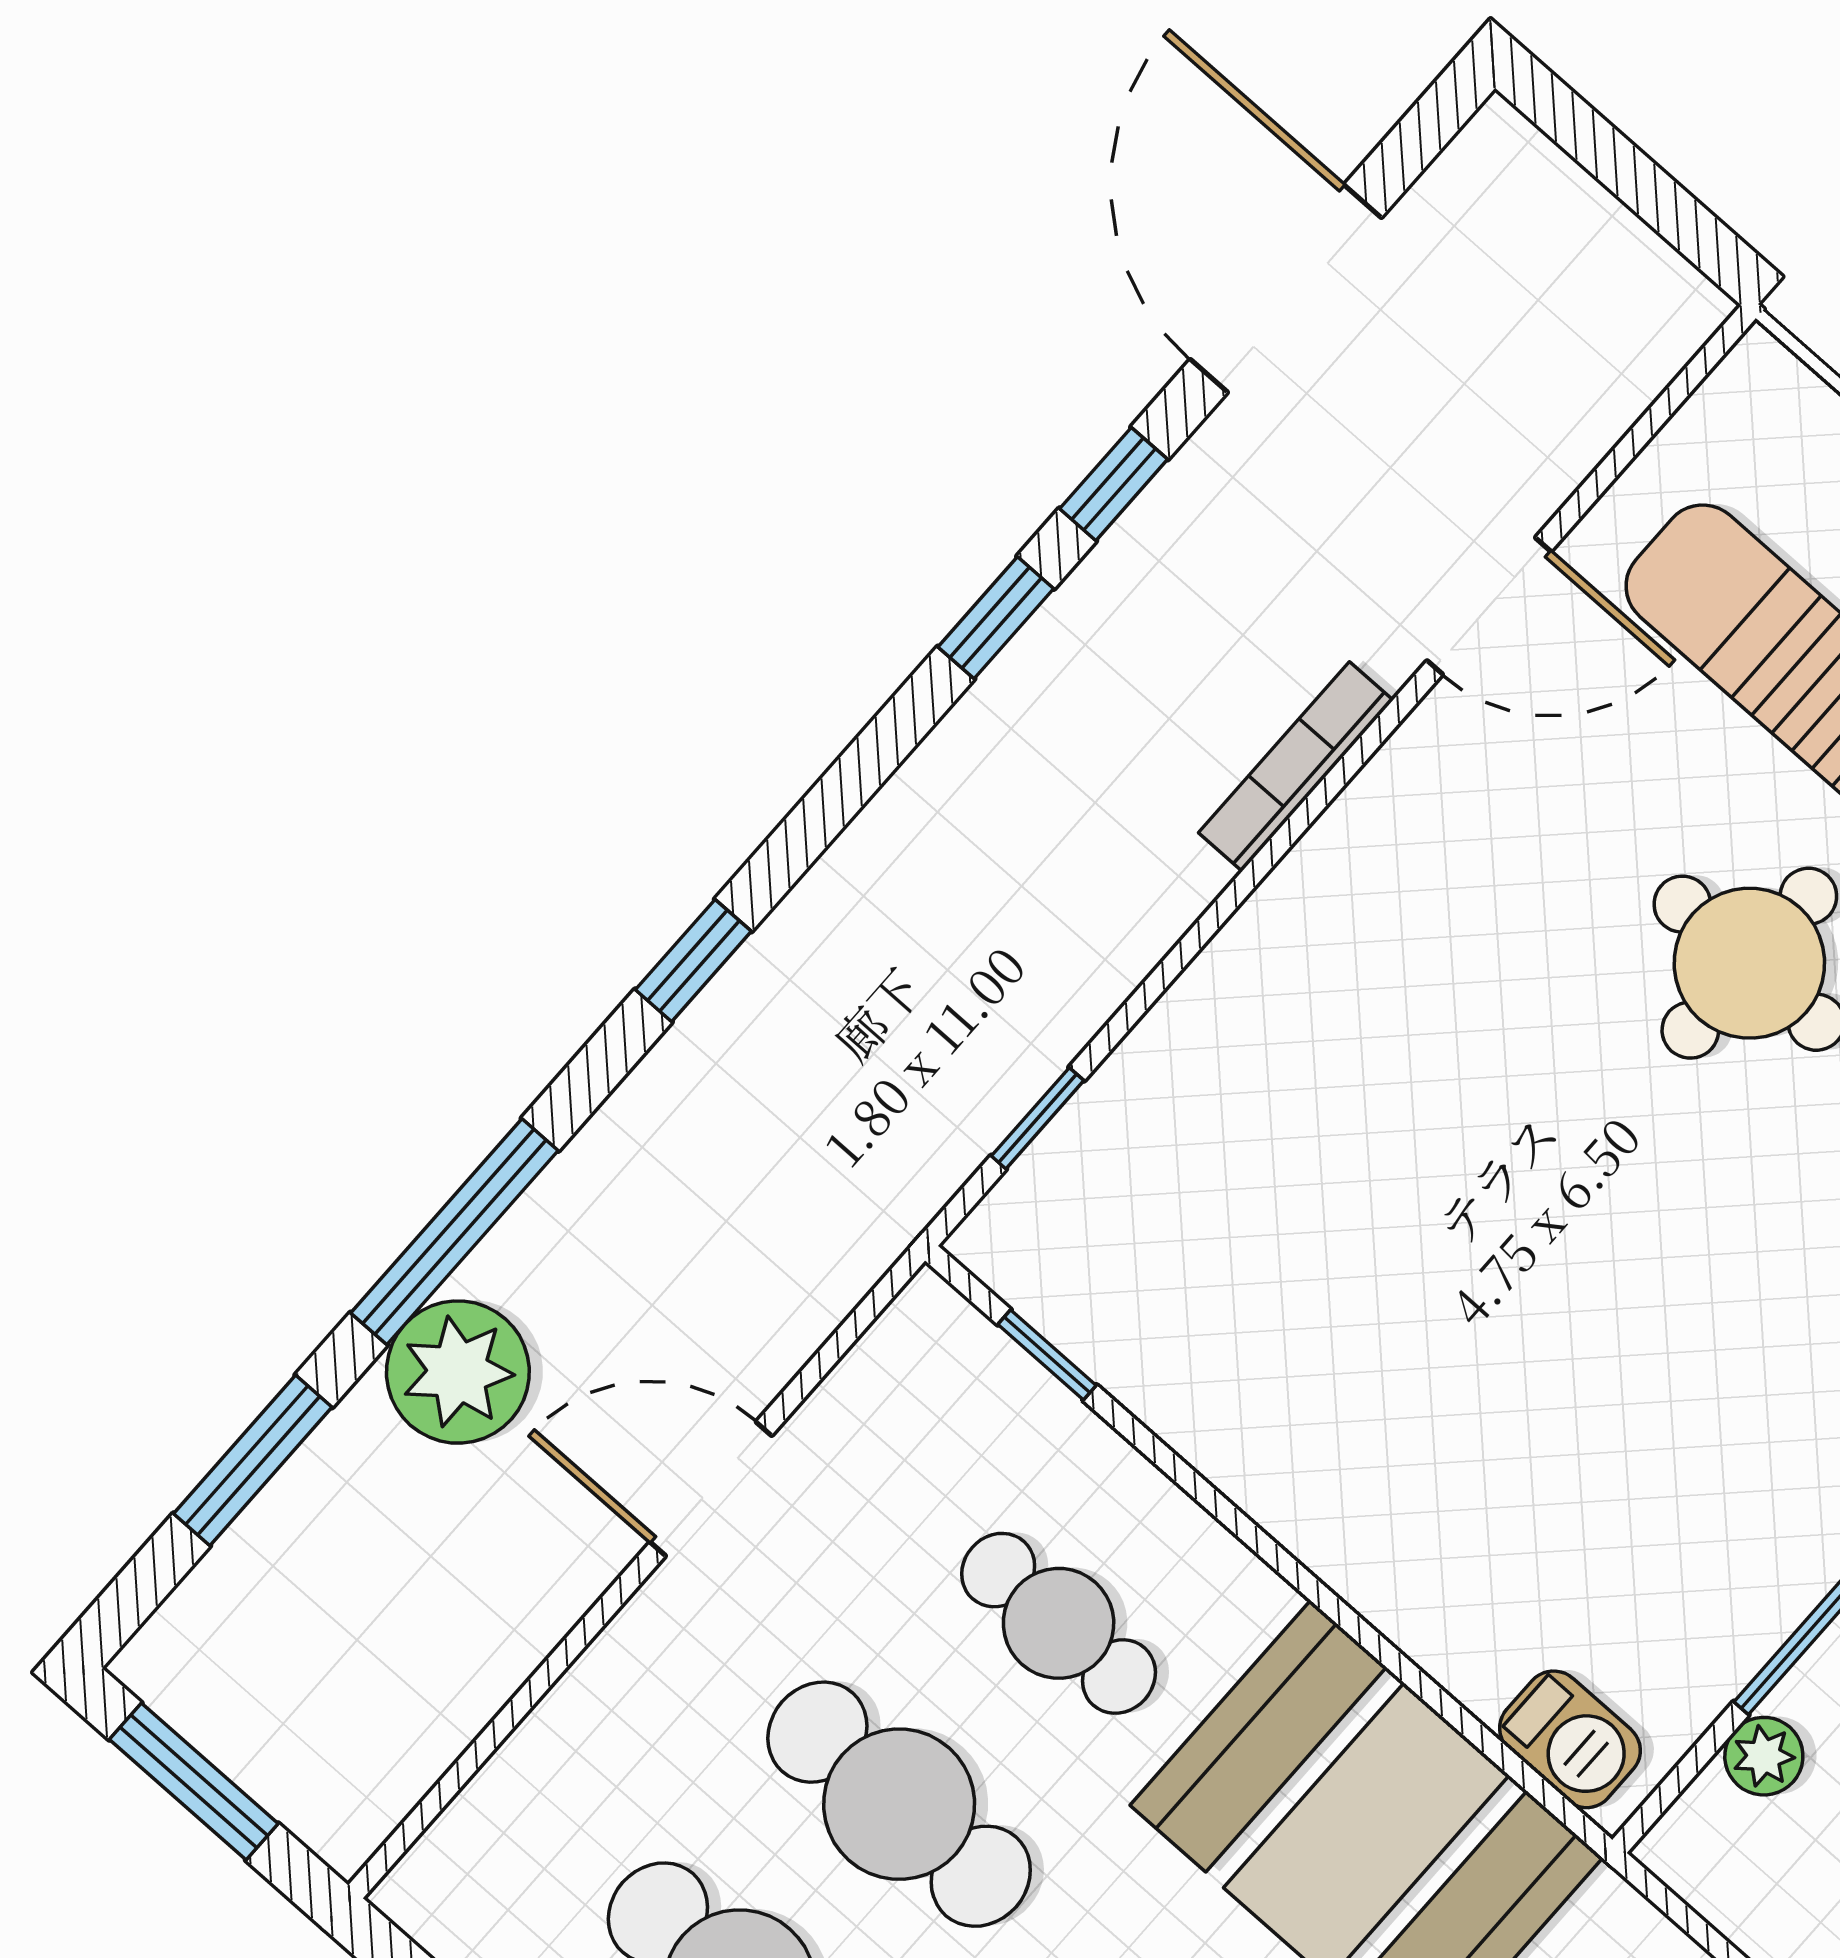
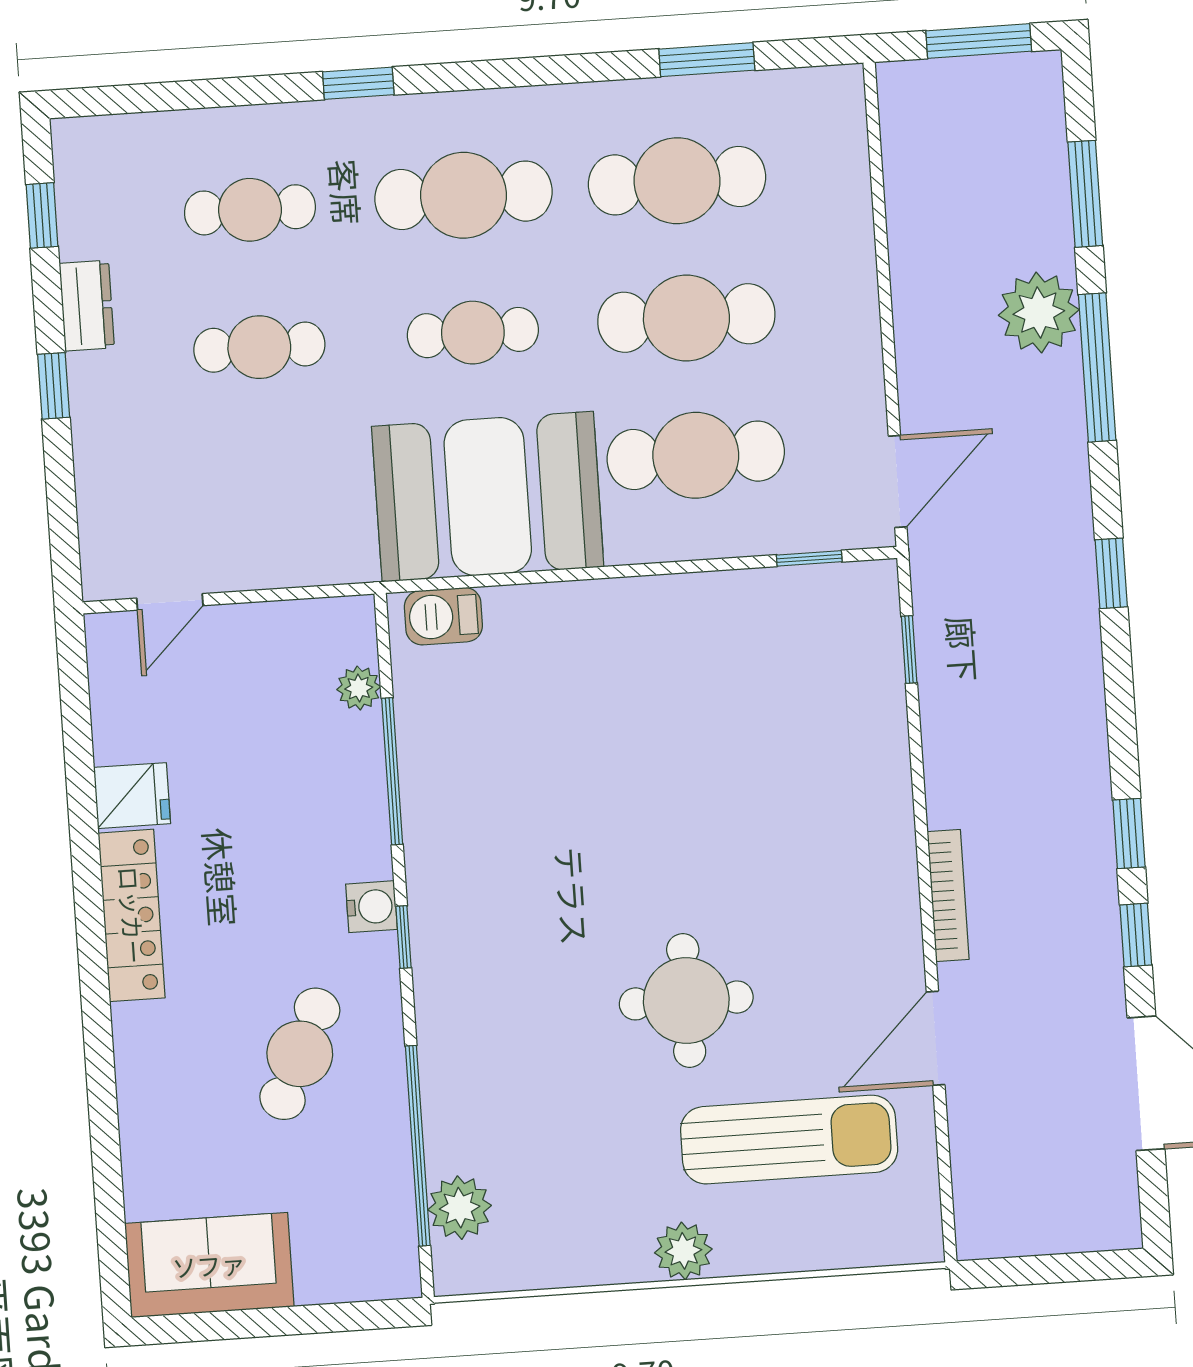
door: (711, 1489) -> (898, 481), moved
cafe table: (1059, 1623) -> (696, 455), width x1.37, depth x1.35

